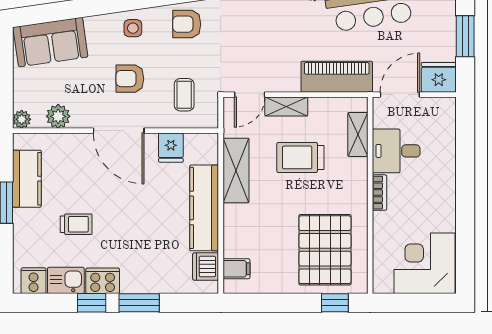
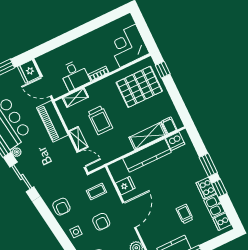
shelving: (236, 170) -> (148, 136), moved
corner desk: (424, 263) -> (128, 46), moved, turned 90

